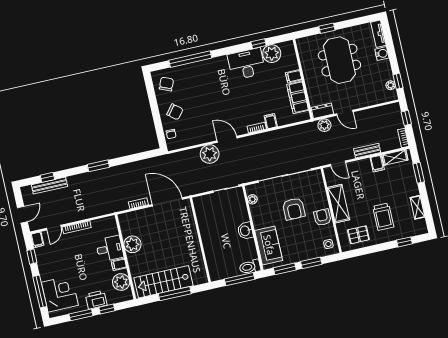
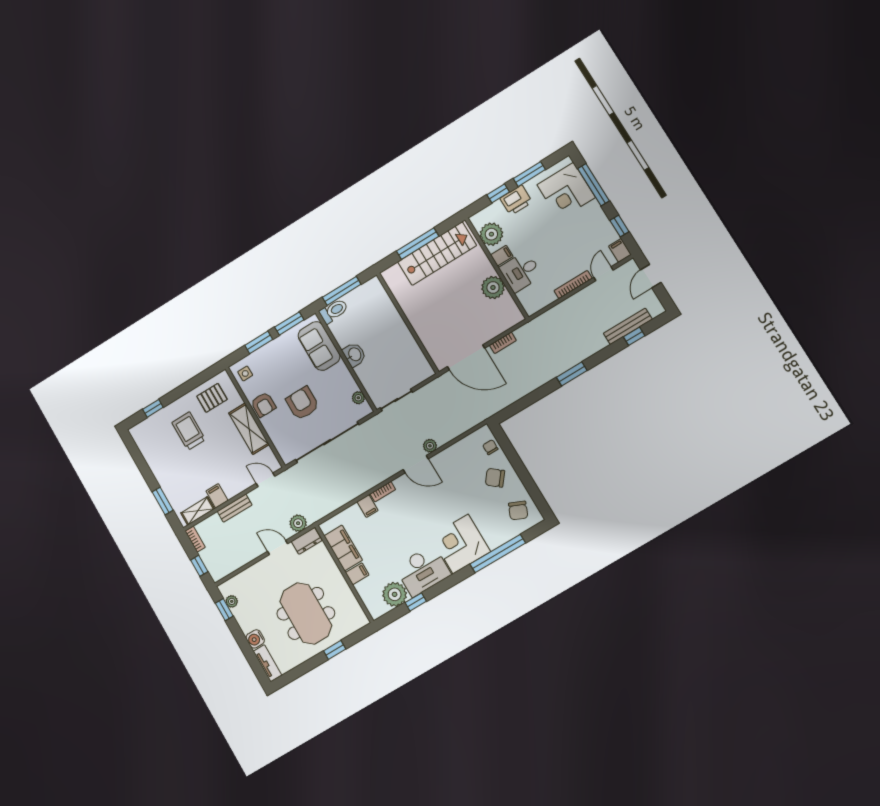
corner desk: (214, 74) -> (461, 544), added
plant: (210, 154) -> (430, 446), width x0.53, depth x0.53
shelving: (417, 207) -> (151, 457), removed

